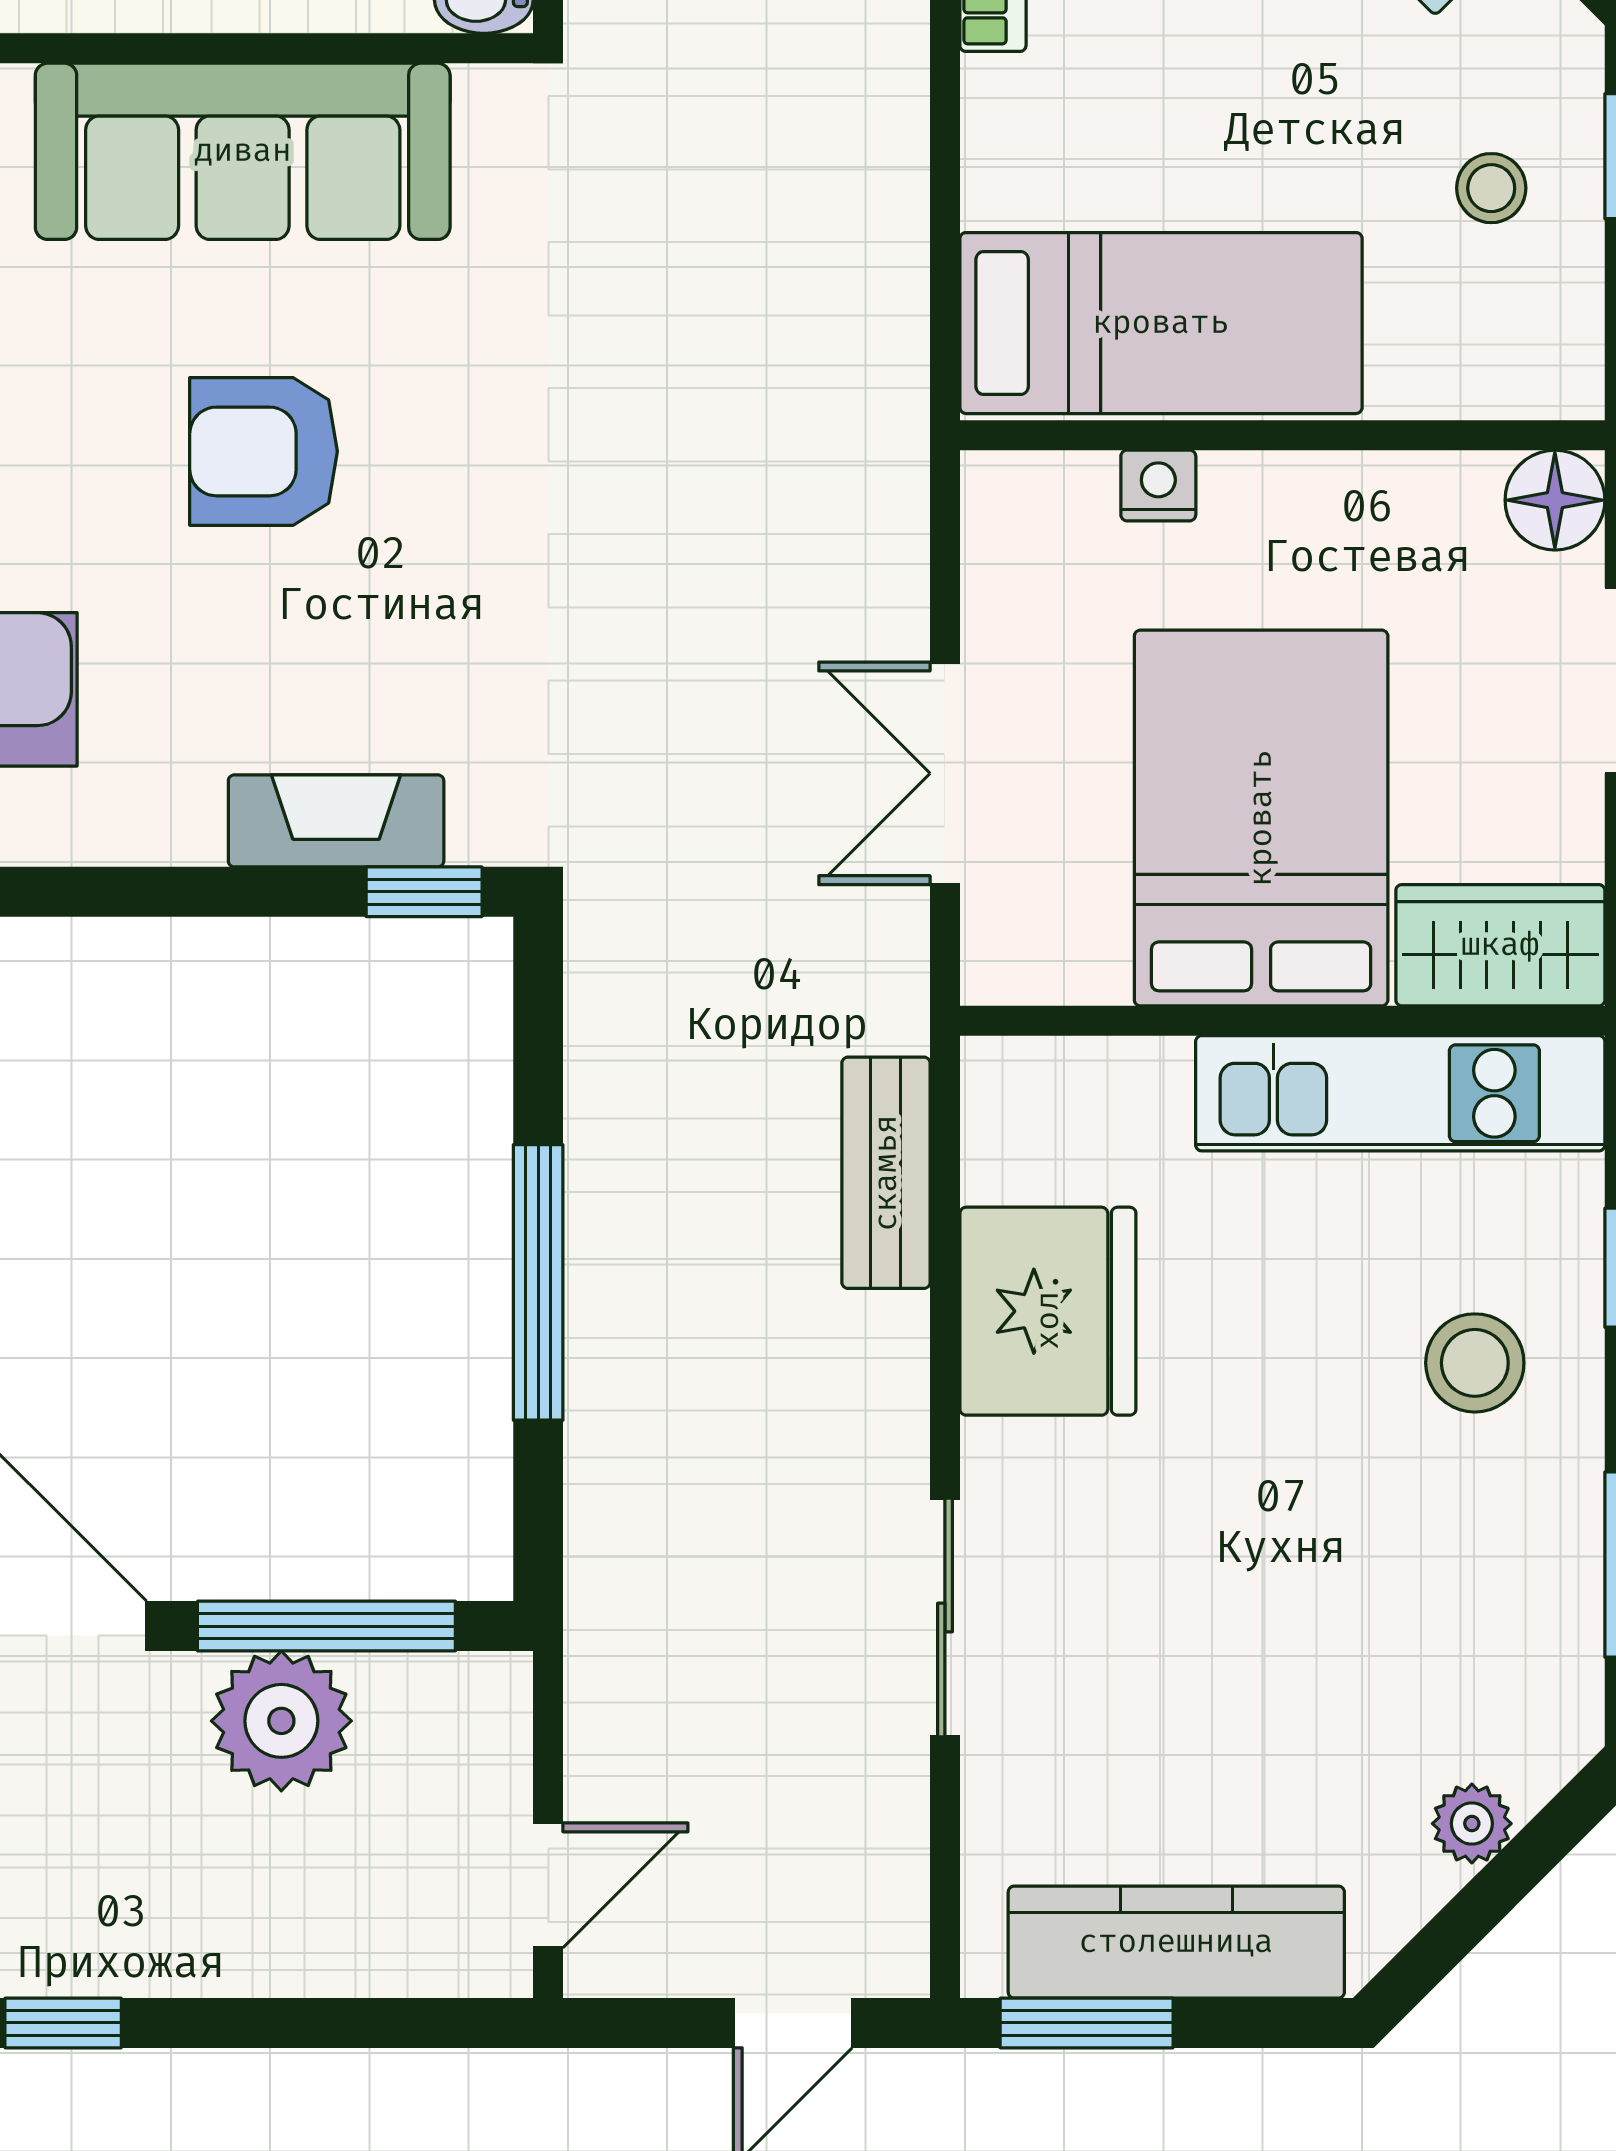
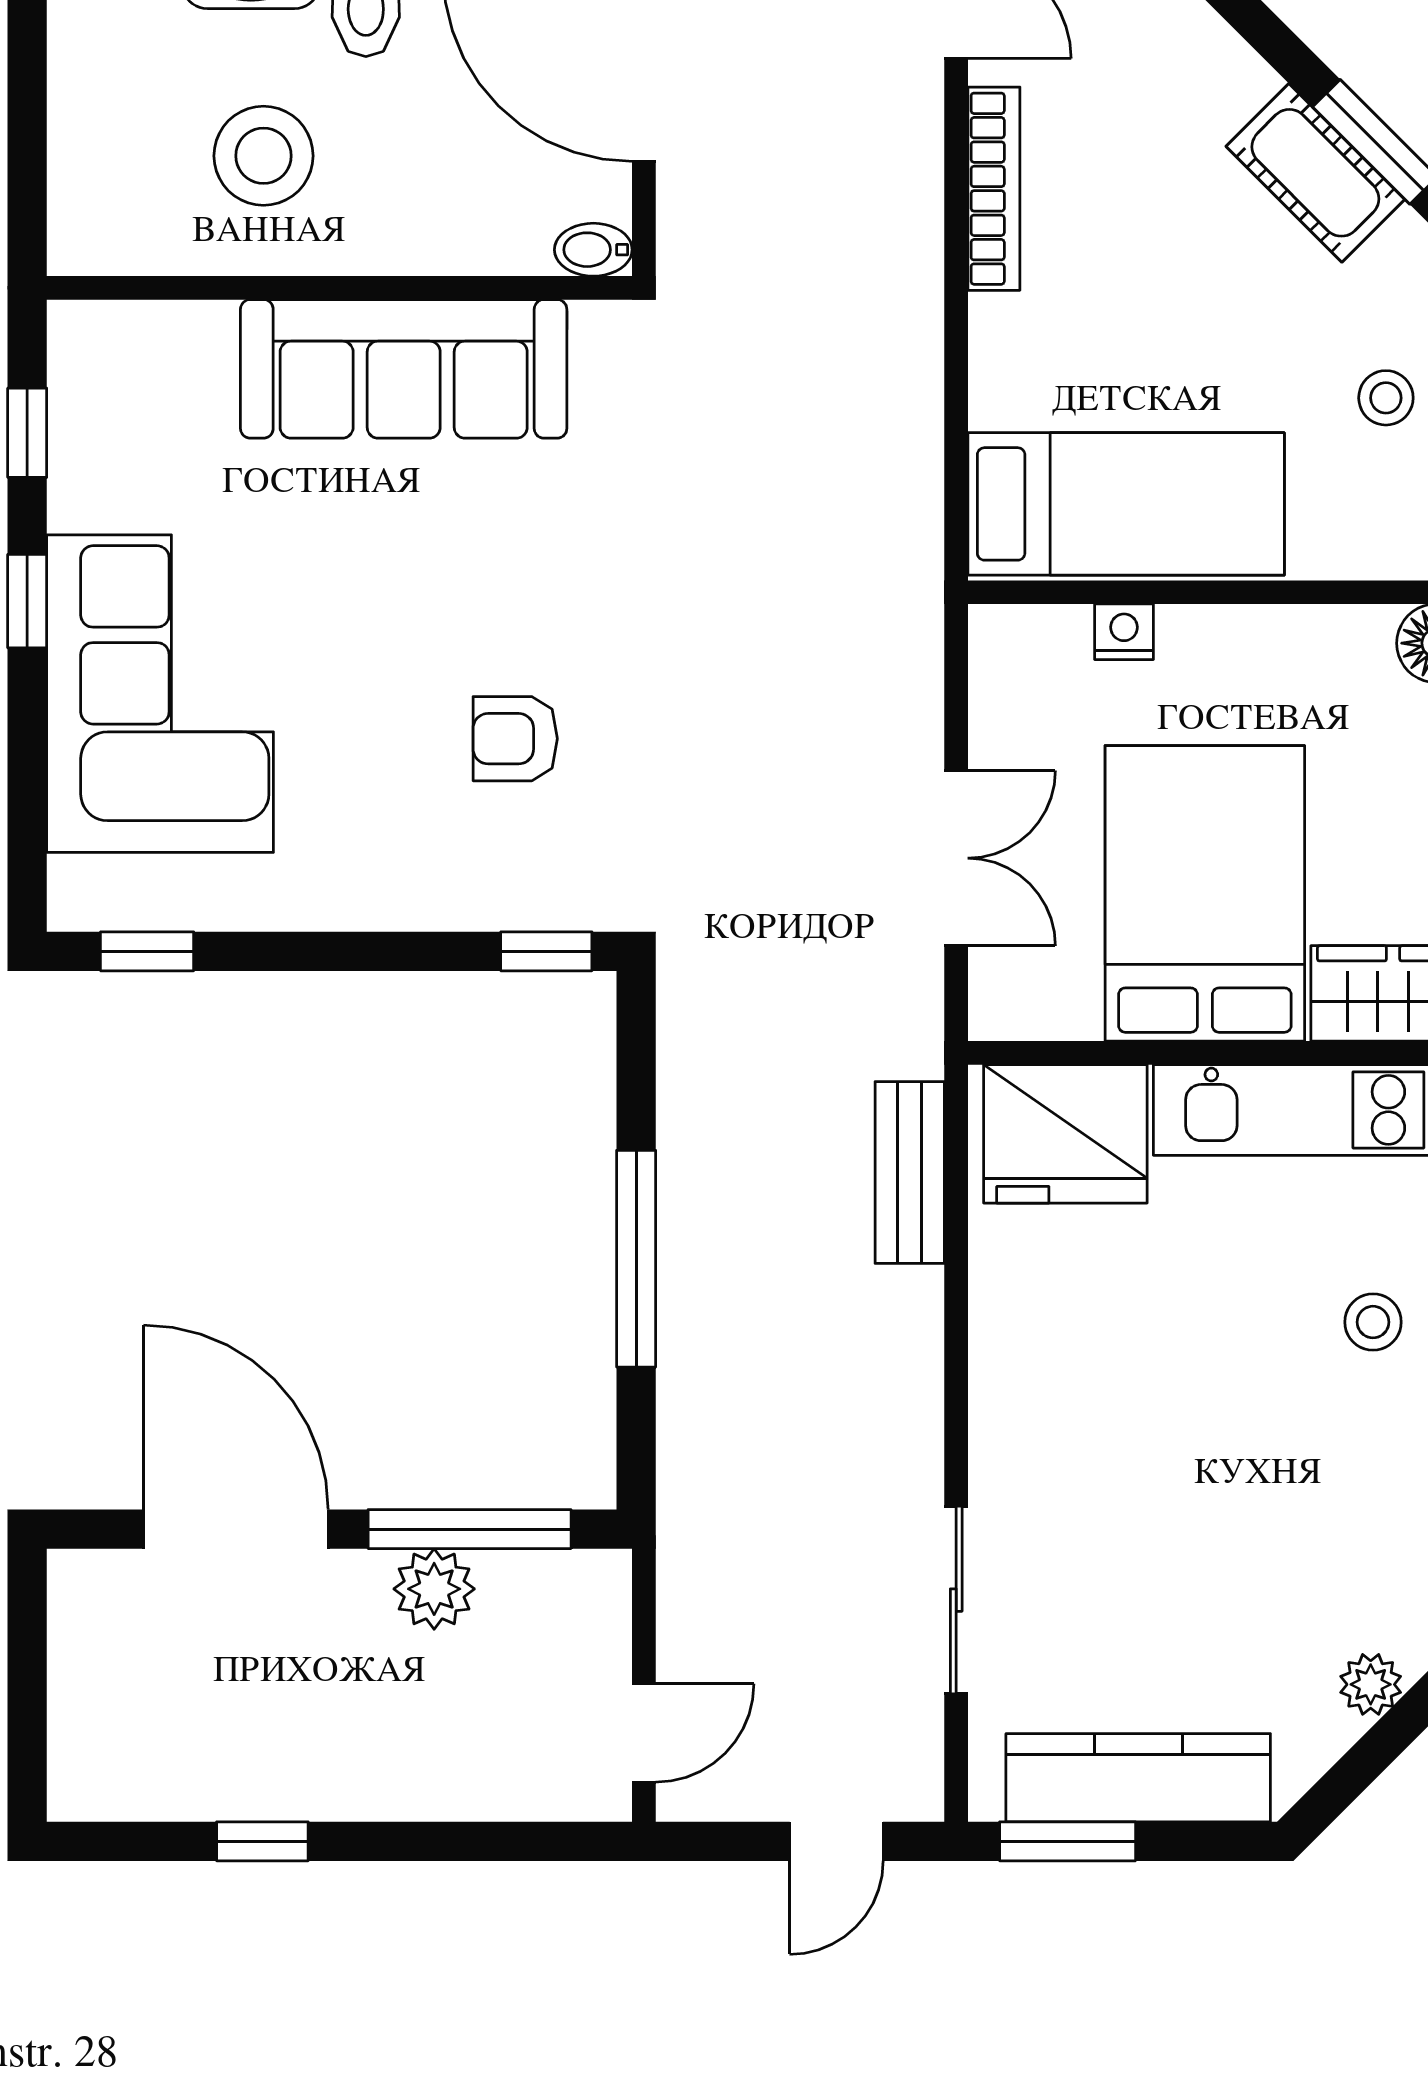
armchair: (264, 451) -> (515, 739), moved, width x0.72, depth x0.72
double door: (945, 773) -> (956, 858), swing flipped
fireplace: (336, 821) -> (477, 896), removed
fridge: (1048, 1311) -> (1065, 1134), moved, turned 90
stool: (1475, 1363) -> (1373, 1322), width x0.73, depth x0.73
sliding door: (945, 1617) -> (956, 1600), moved
plant: (281, 1721) -> (434, 1589), width x0.73, depth x0.73

